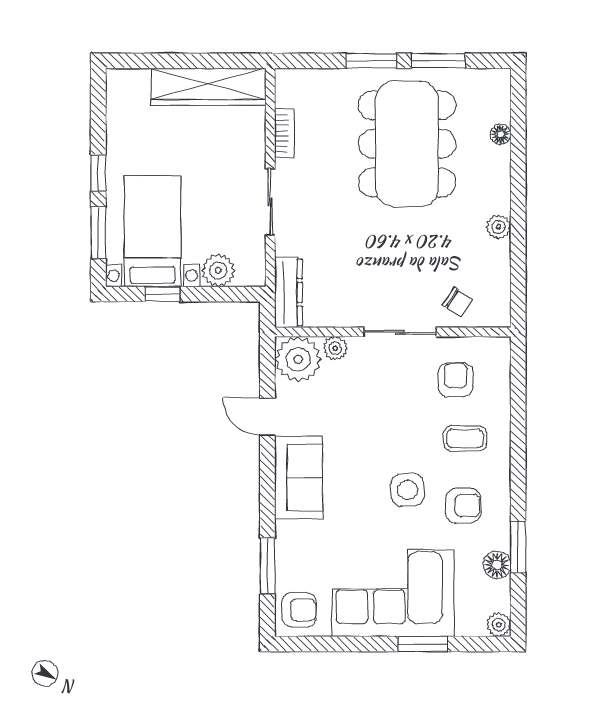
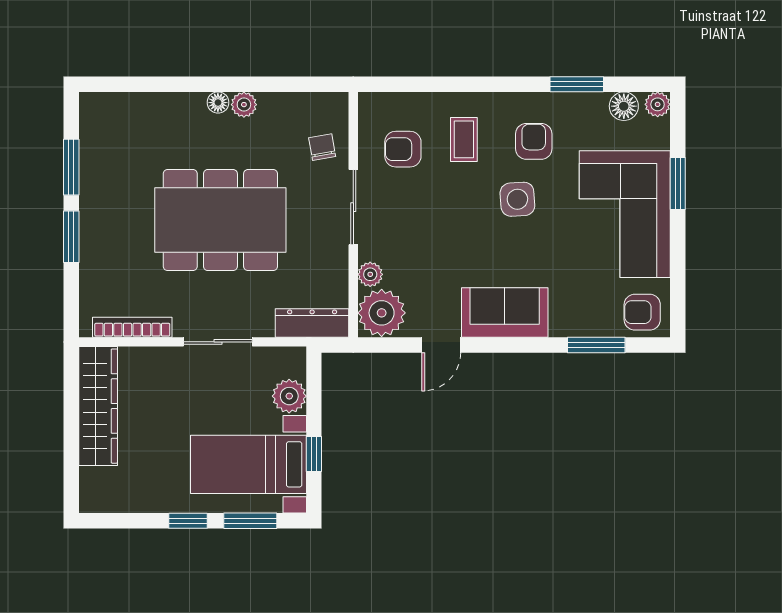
bookcase: (284, 133) -> (132, 327), width x1.56
floor lamp: (501, 134) -> (218, 103), moved
dining table: (407, 144) -> (220, 220), moved
chair: (458, 302) -> (322, 147), turned -43
floor lamp: (497, 565) -> (624, 106), moved
armchair: (299, 610) -> (642, 312), turned -90

